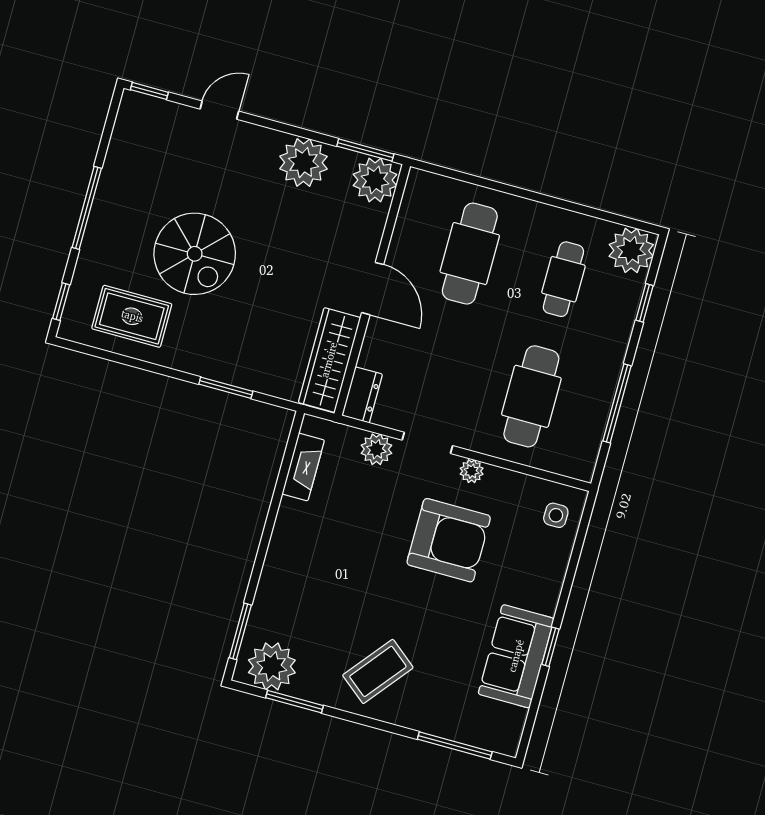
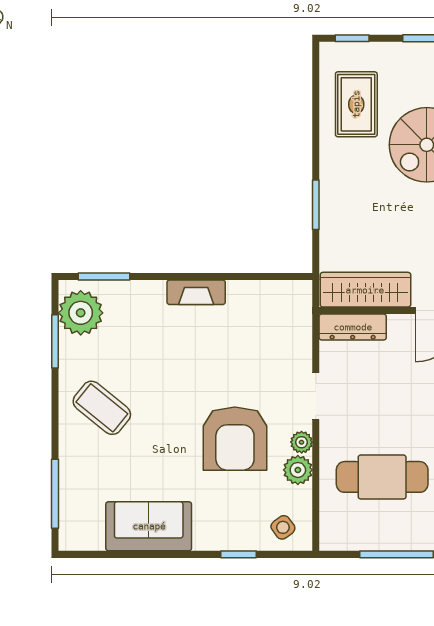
dresser: (362, 395) -> (353, 327), width x1.44
plant: (376, 449) -> (298, 470), moved
fireplace: (303, 467) -> (196, 292), moved
side table: (556, 515) -> (283, 527), turned -37
window: (550, 647) -> (238, 554), moved

